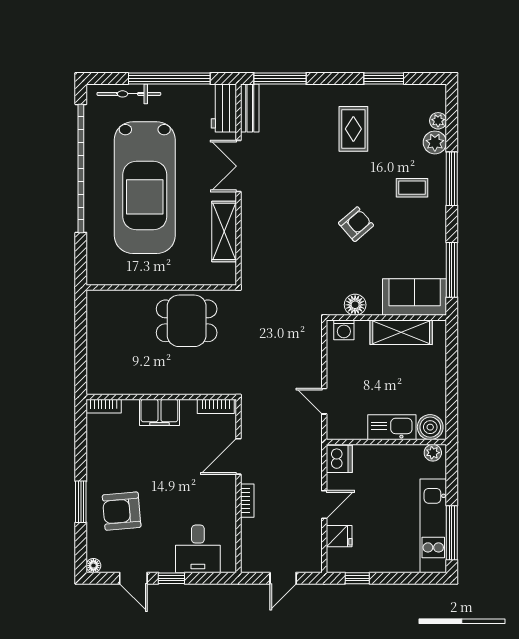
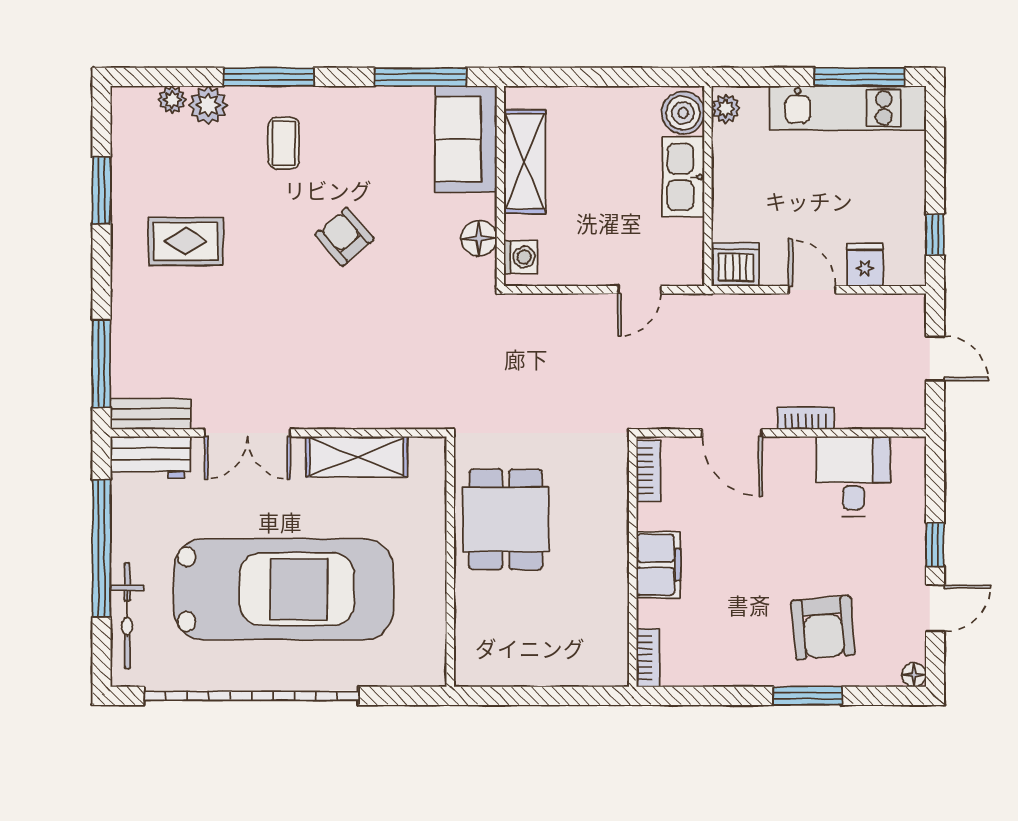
desk: (198, 549) -> (853, 476), moved, turned -90

